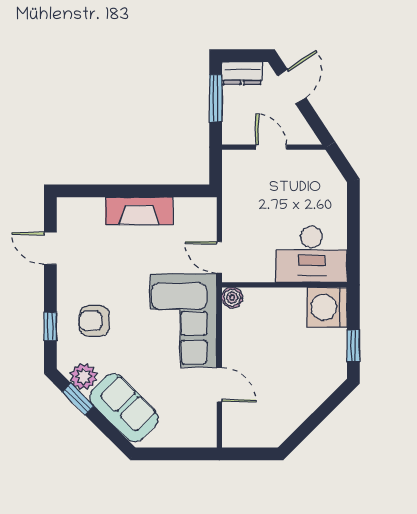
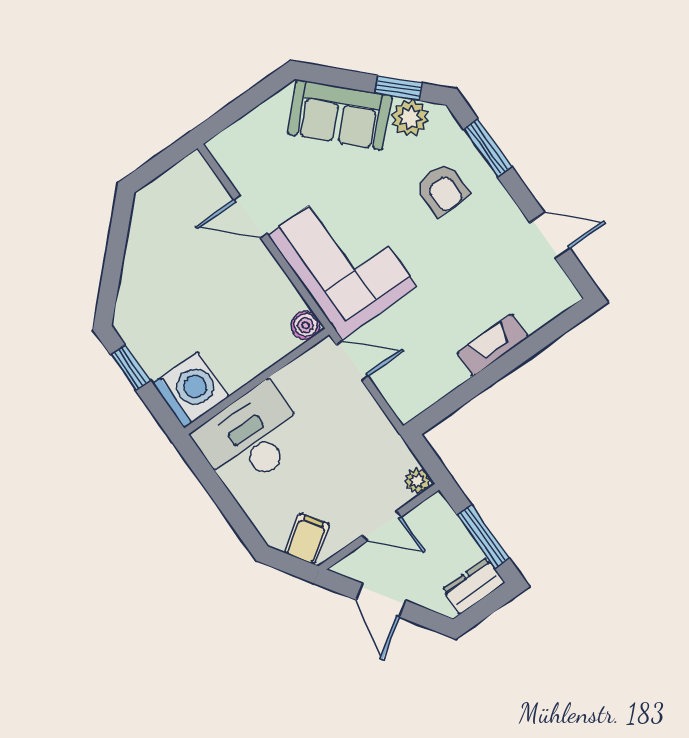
door: (292, 87) -> (381, 600), moved
plant: (231, 159) -> (417, 481), added
filing cabinet: (321, 171) -> (307, 539), added
fireplace: (139, 211) -> (493, 345), width x0.73, depth x0.76
armchair: (94, 321) -> (442, 189), turned 90
window: (50, 326) -> (488, 148), width x1.50

